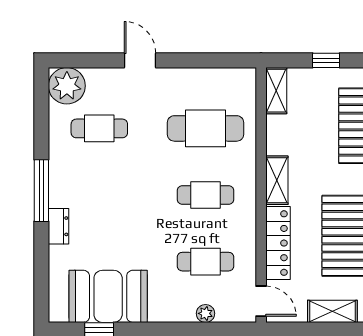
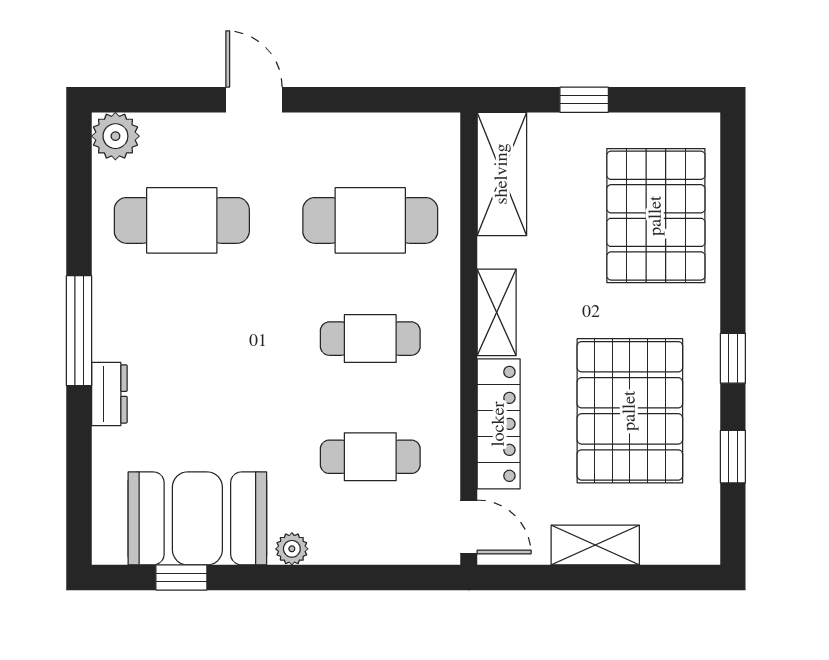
plant: (67, 86) -> (115, 136), width x0.73, depth x0.73
shelving: (276, 91) -> (502, 174), width x1.50, depth x1.33
cafe table: (99, 128) -> (182, 220), width x1.37, depth x1.35
plant: (206, 313) -> (292, 549), moved

